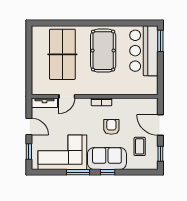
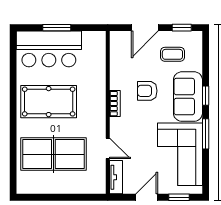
window: (160, 41) -> (57, 28), moved

